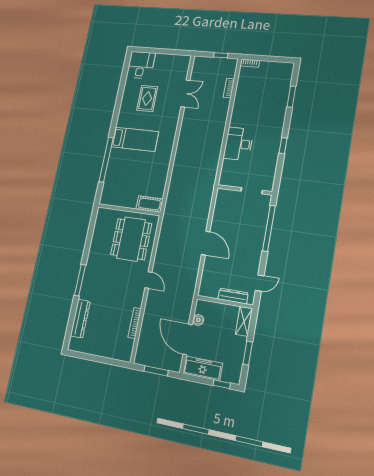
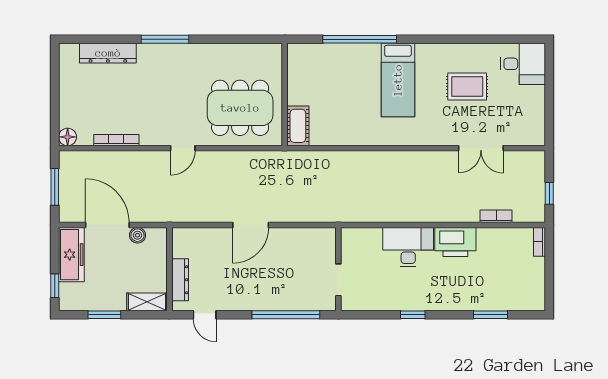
printer: (241, 114) -> (455, 242), added
door: (188, 339) -> (107, 225), hinge flipped
floor lamp: (126, 356) -> (68, 137), added

